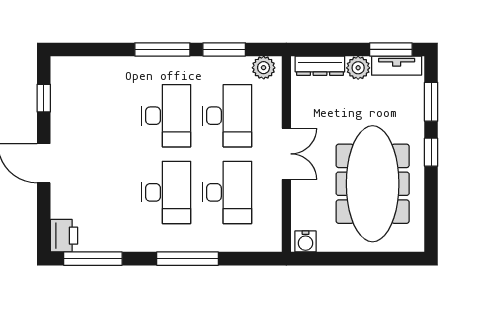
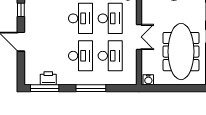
printer: (64, 236) -> (48, 78), moved, turned -90

